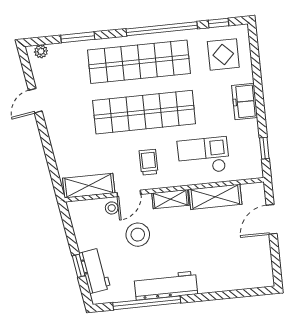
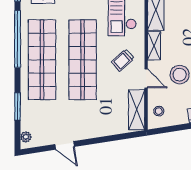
trolley: (149, 162) -> (123, 60), turned -42
stool: (112, 208) -> (159, 111), moved

